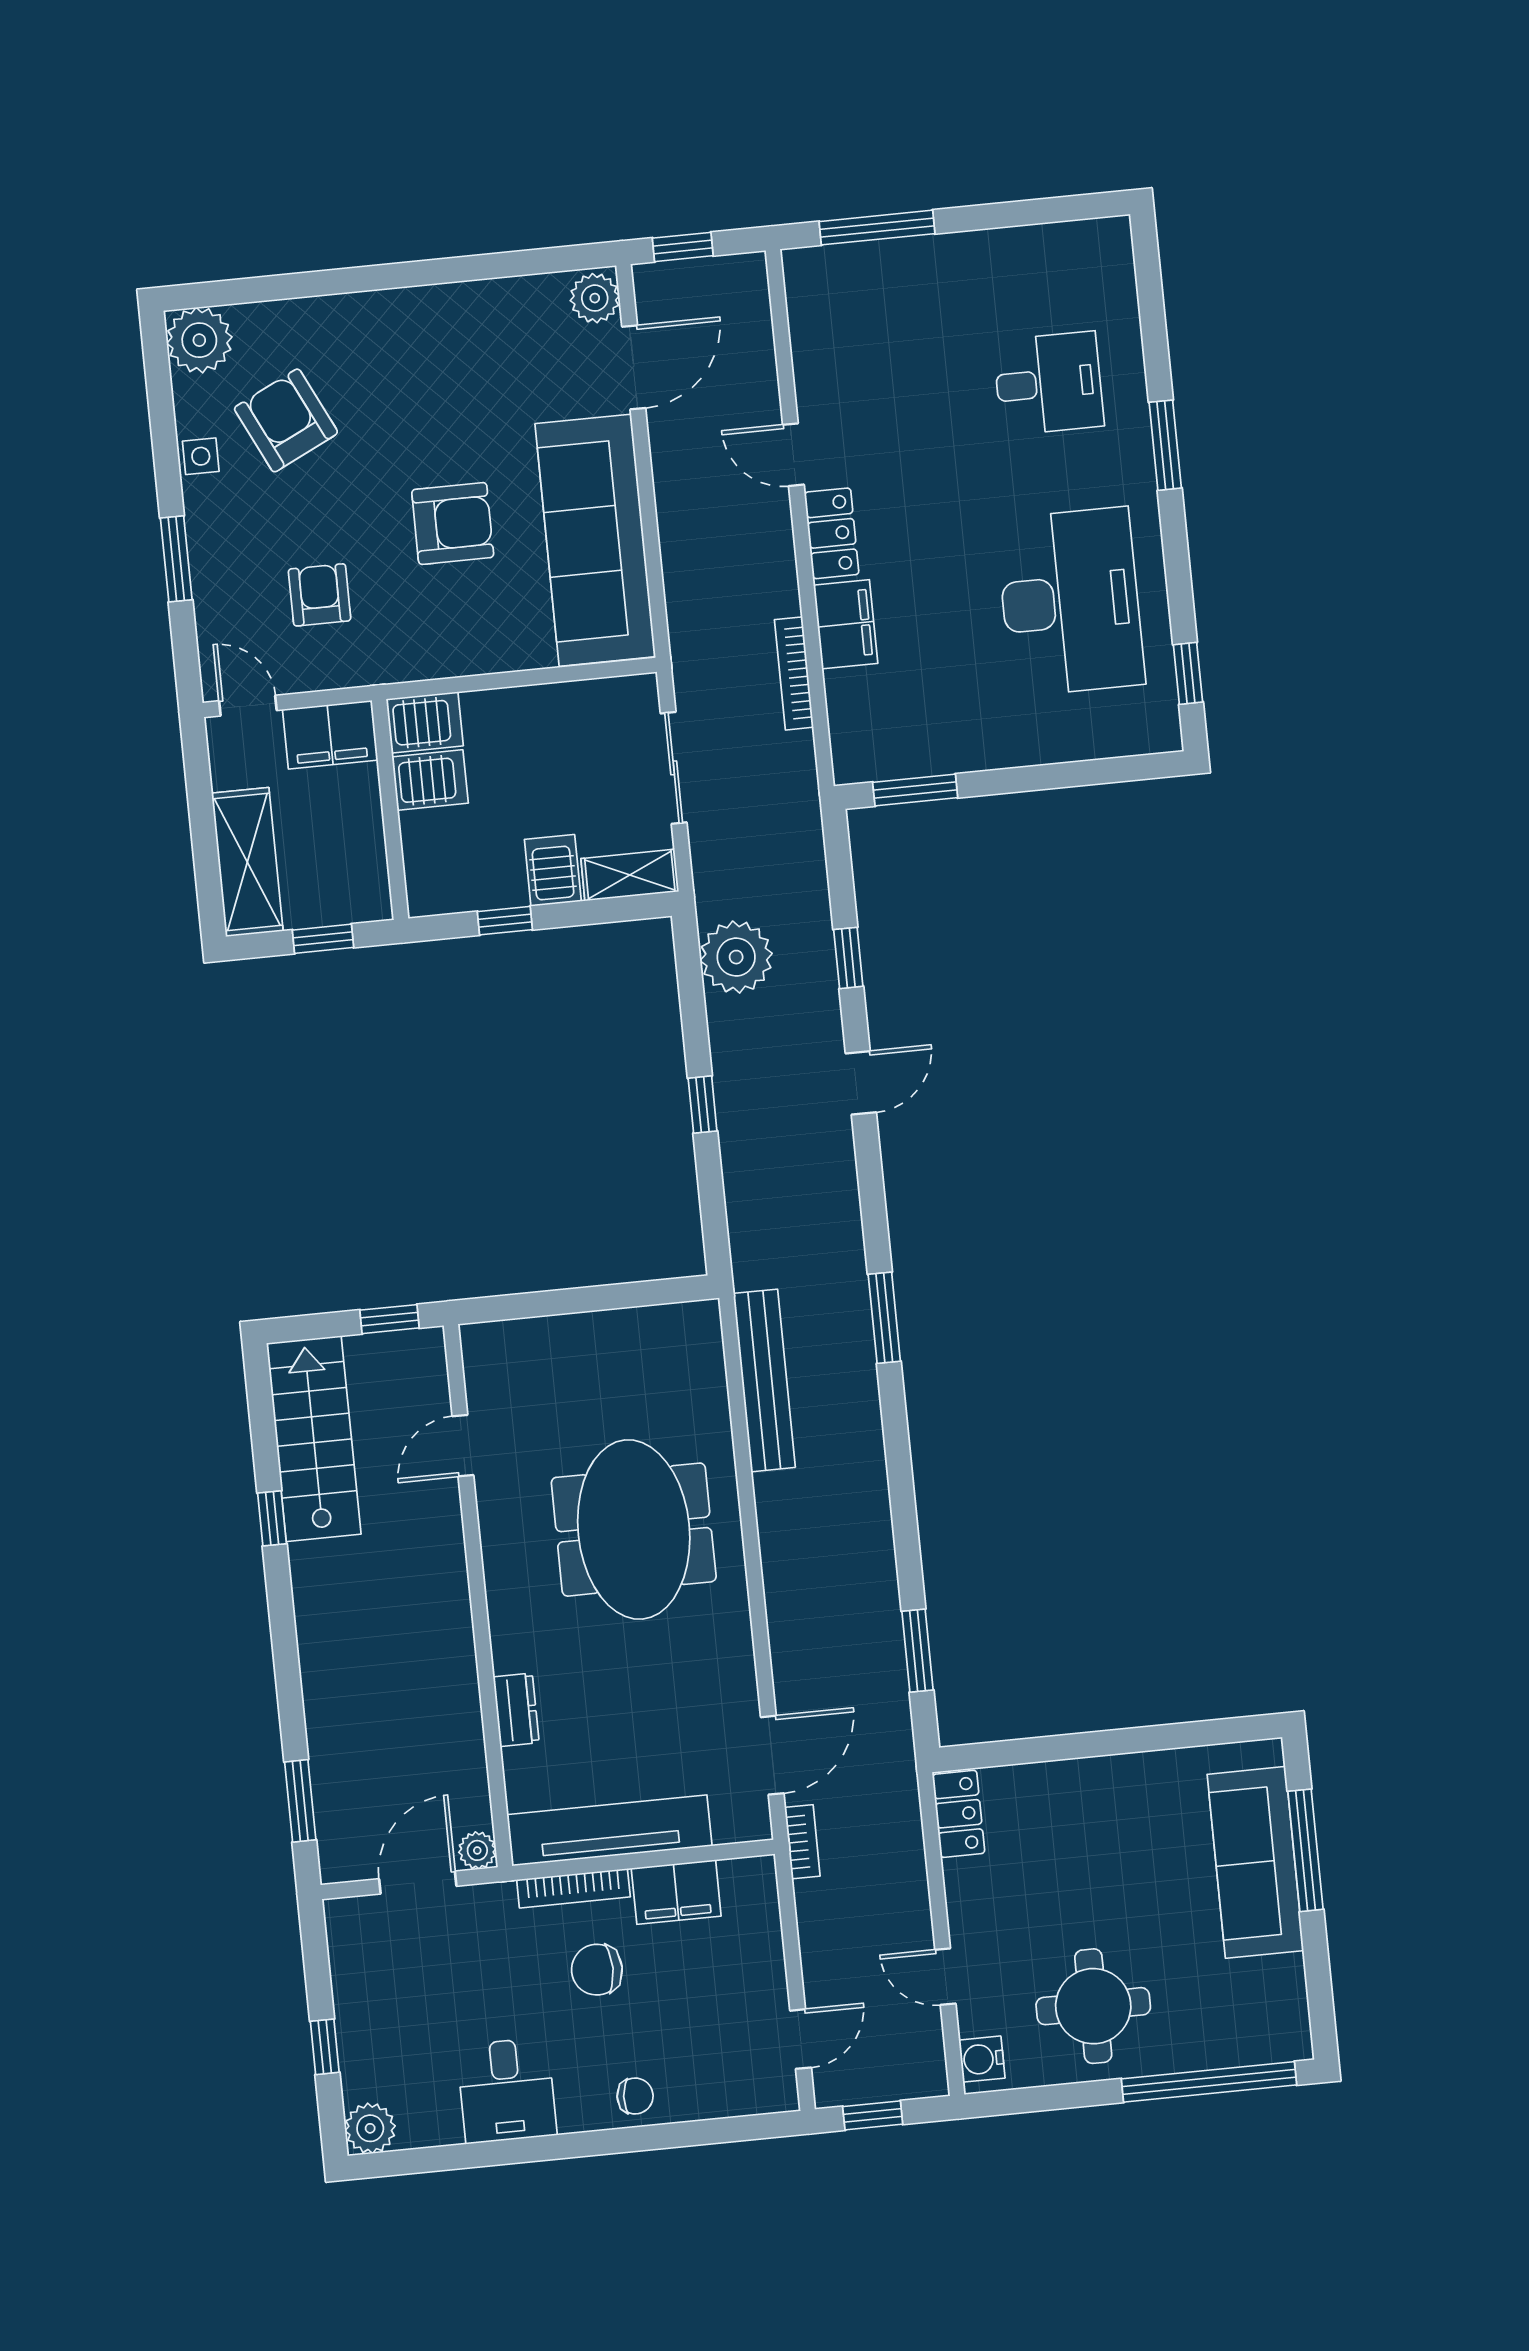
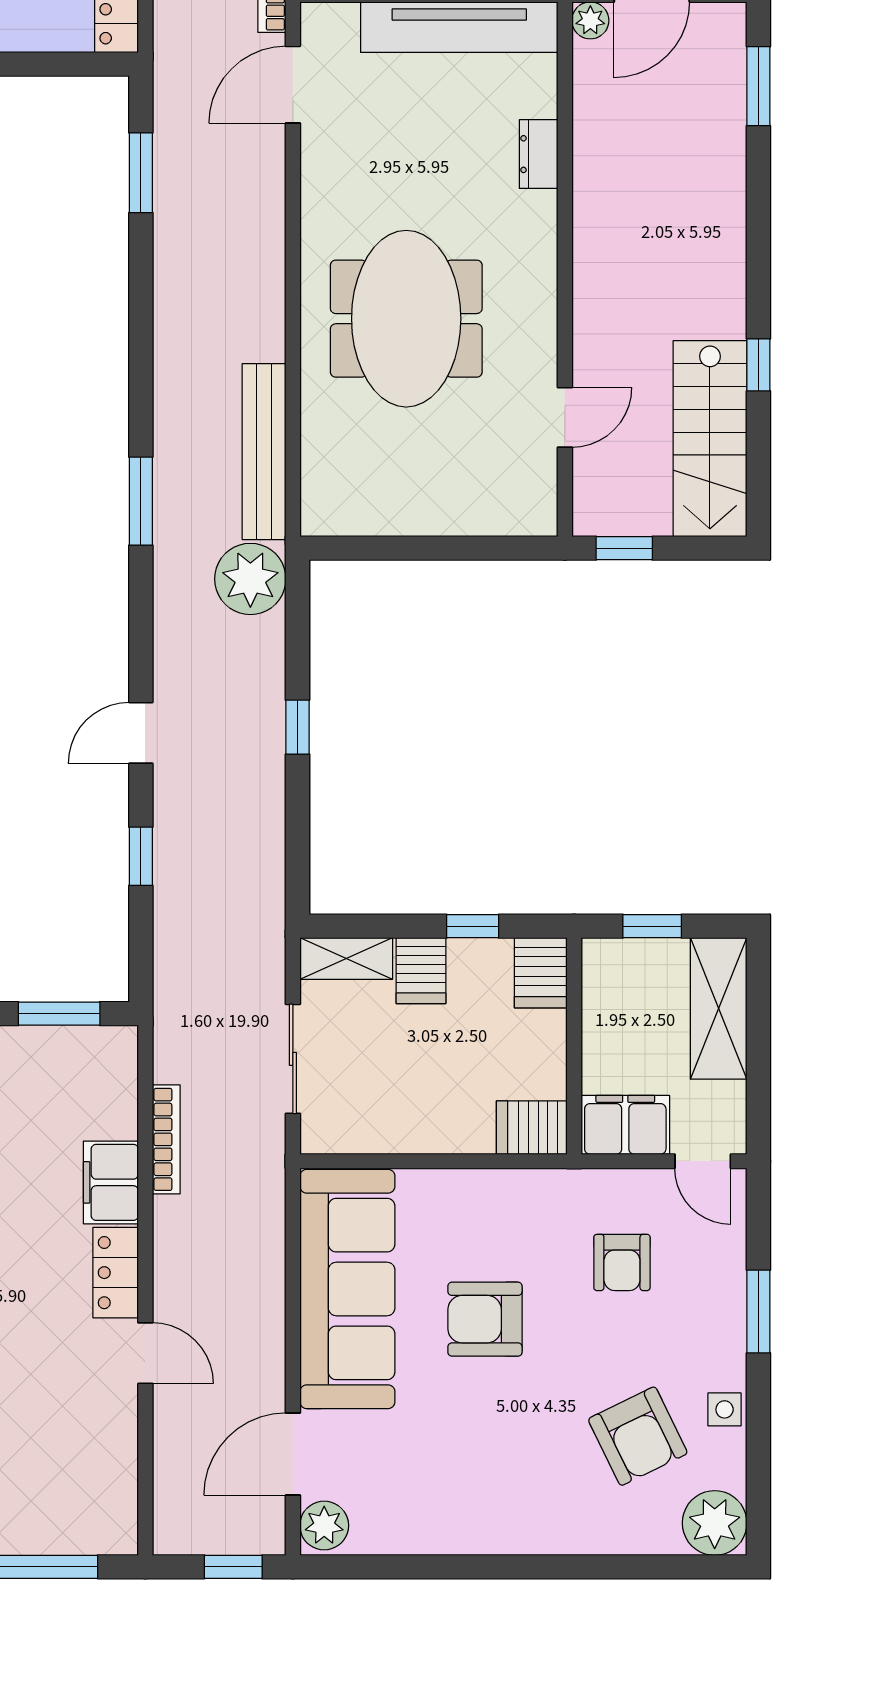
server rack: (430, 780) -> (541, 973), moved, turned -90
plant: (736, 957) -> (250, 579), moved

